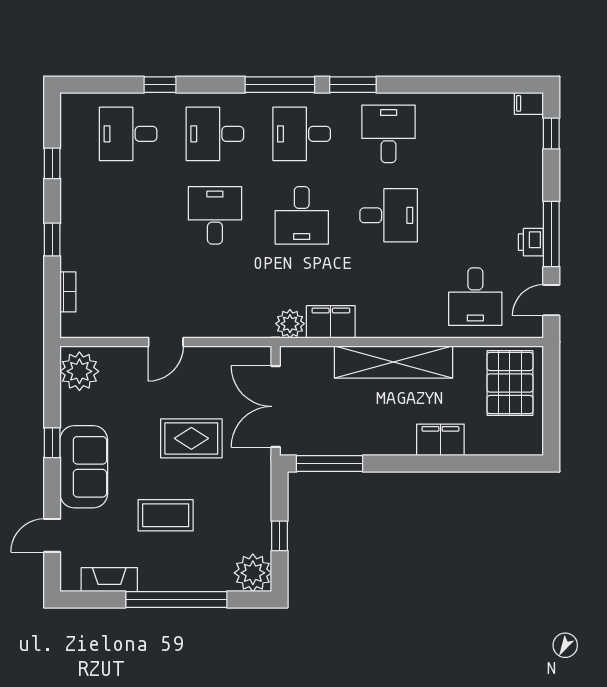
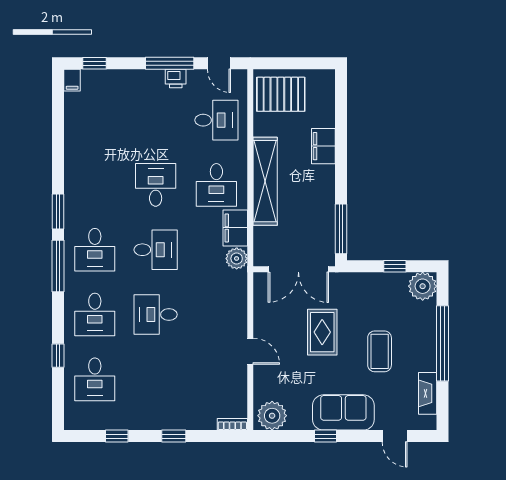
desk: (389, 134) -> (216, 185), moved, turned -90
bookcase: (68, 292) -> (232, 424), moved

